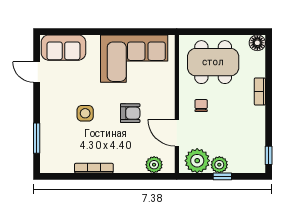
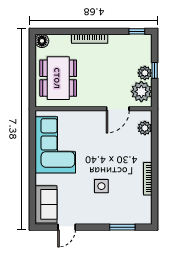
bookcase: (260, 92) -> (90, 39), width x1.56
chair: (201, 106) -> (95, 88), removed
armchair: (130, 113) -> (101, 148), removed

